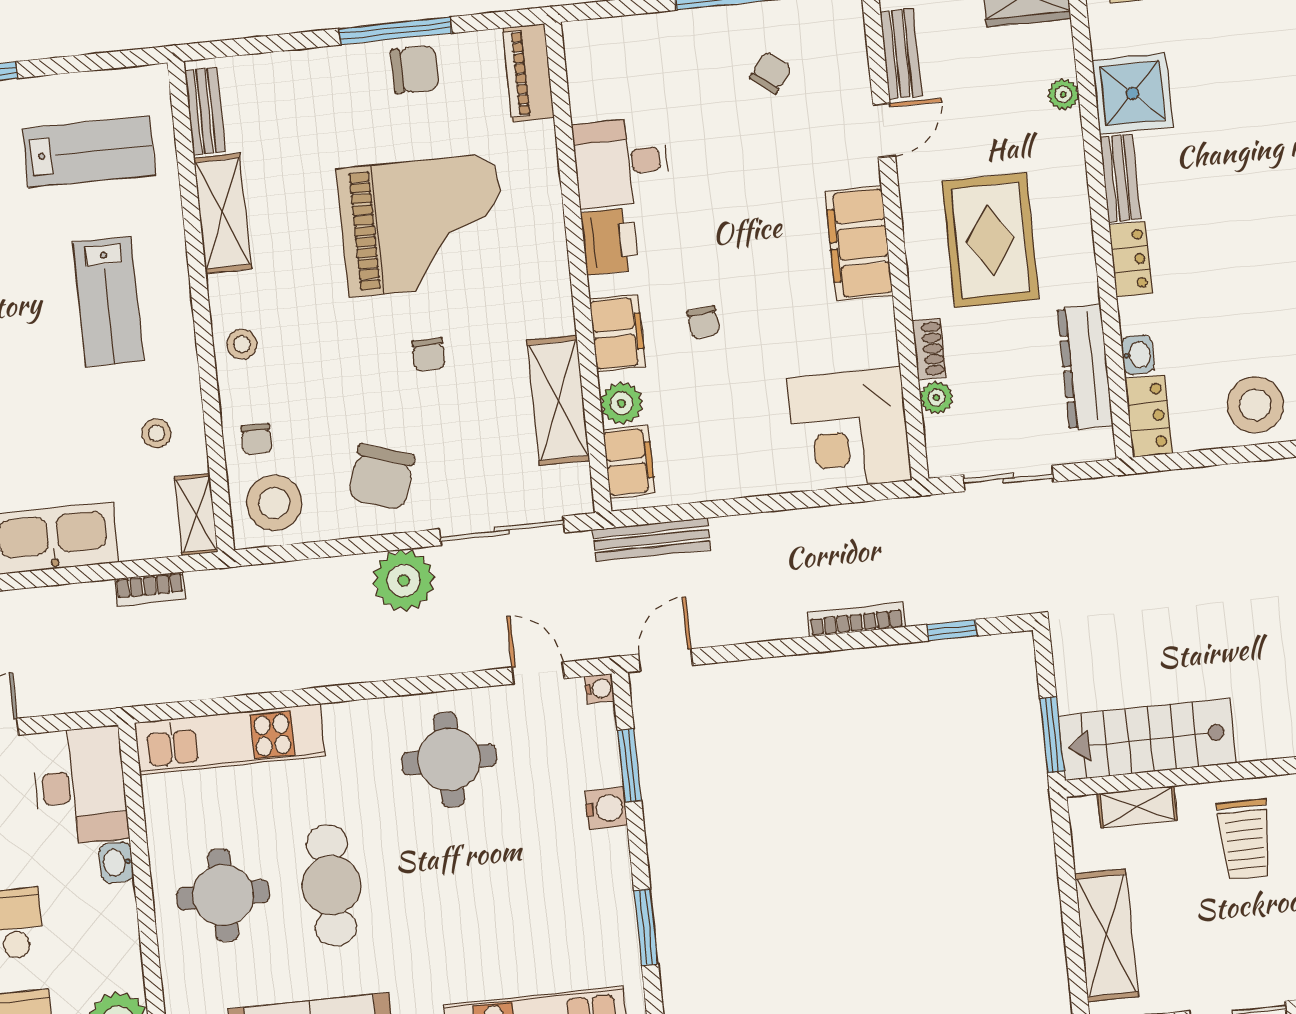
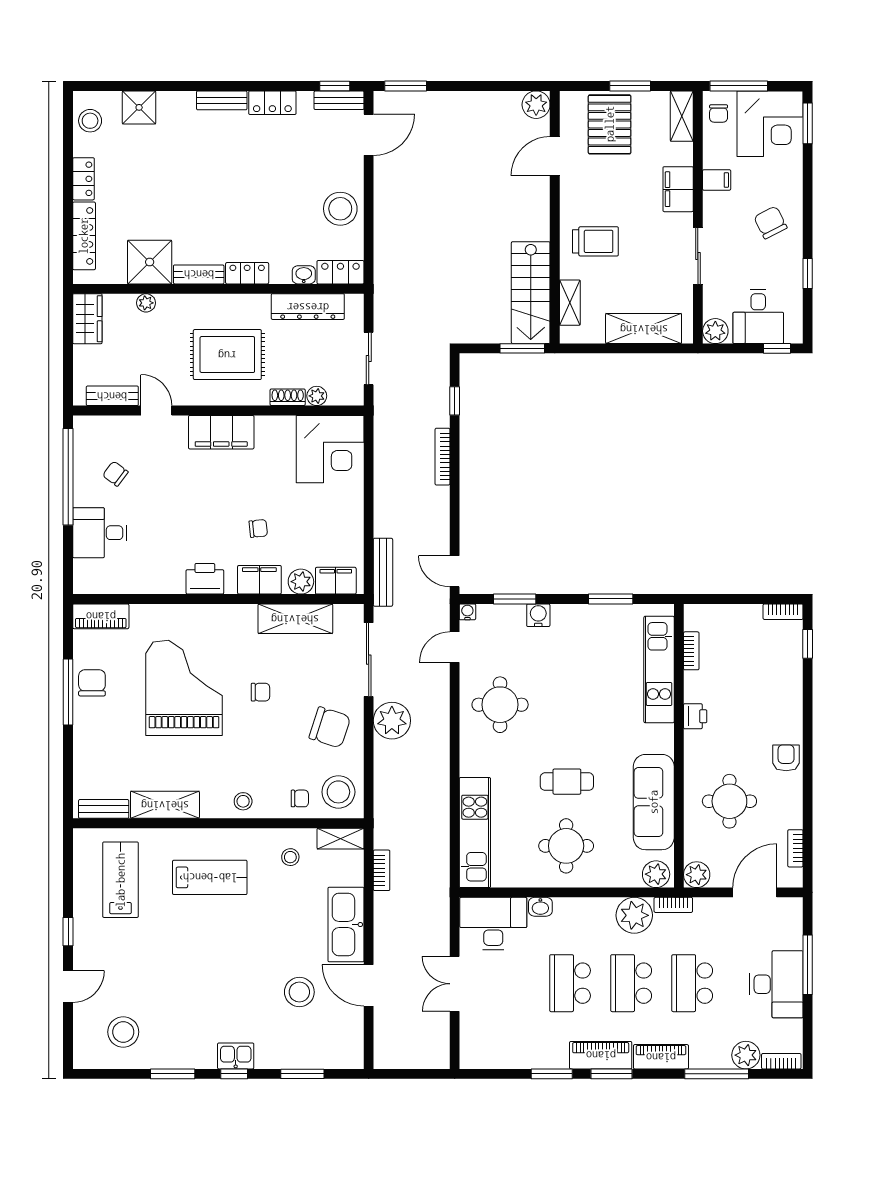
desk: (621, 162) -> (100, 533), moved, turned 90
cafe table: (331, 885) -> (567, 782), width x0.73, depth x0.74

